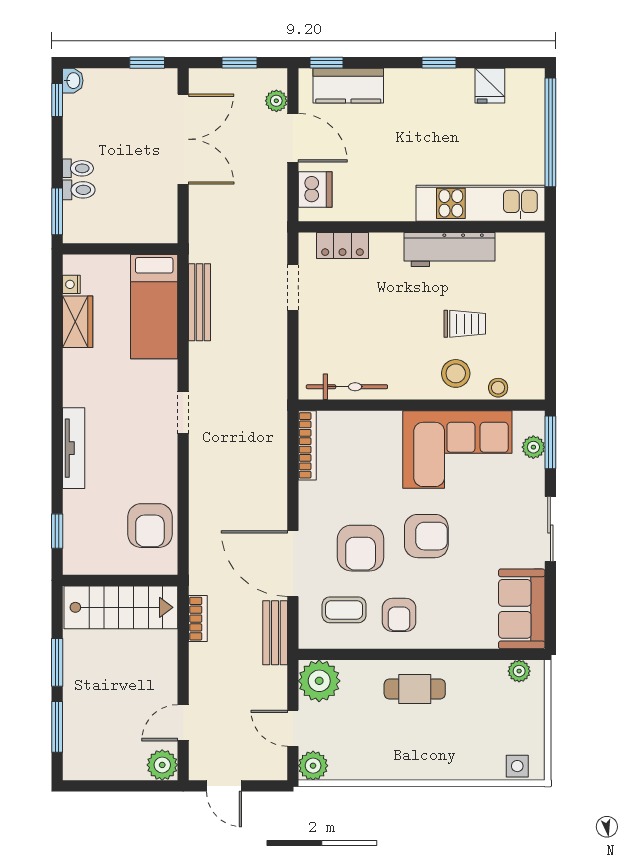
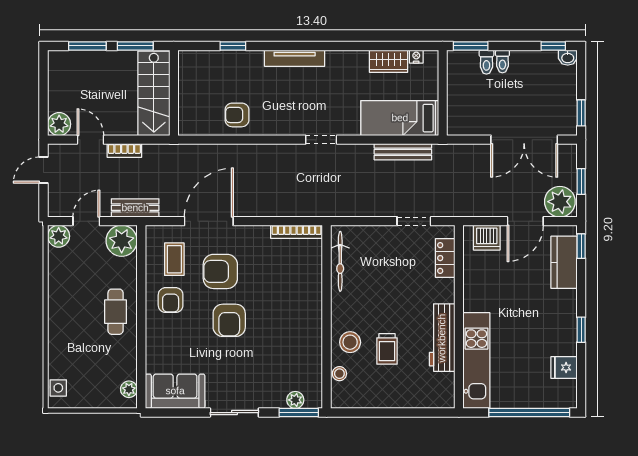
plant: (276, 101) -> (560, 202), width x1.87, depth x1.87
corner sofa: (457, 449) -> (294, 343), removed
armchair: (150, 526) -> (237, 115), width x0.72, depth x0.72
wall: (120, 580) -> (174, 93), moved
stairs: (121, 607) -> (154, 93), moved
armchair: (399, 615) -> (171, 300), turned -90
bookcase: (198, 619) -> (124, 151), moved
bench: (275, 633) -> (135, 208), moved

